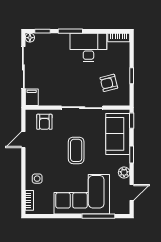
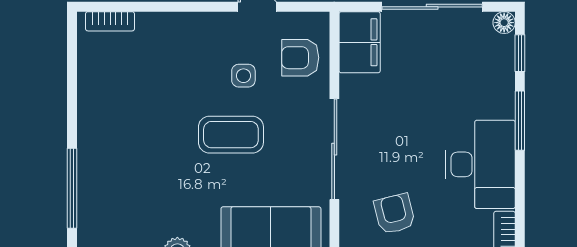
filing cabinet: (32, 97) -> (360, 42), width x2.00
side table: (37, 179) -> (243, 76), moved
corner sofa: (82, 194) -> (125, 148), removed

